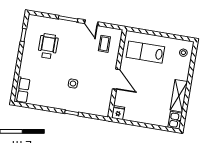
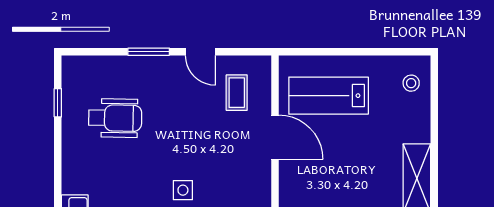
wheelchair: (48, 46) -> (115, 118), turned 91
door: (116, 79) -> (275, 137), moved

